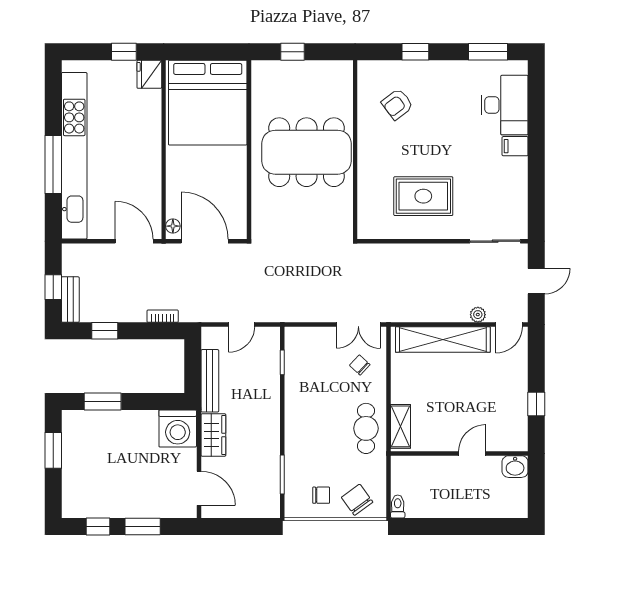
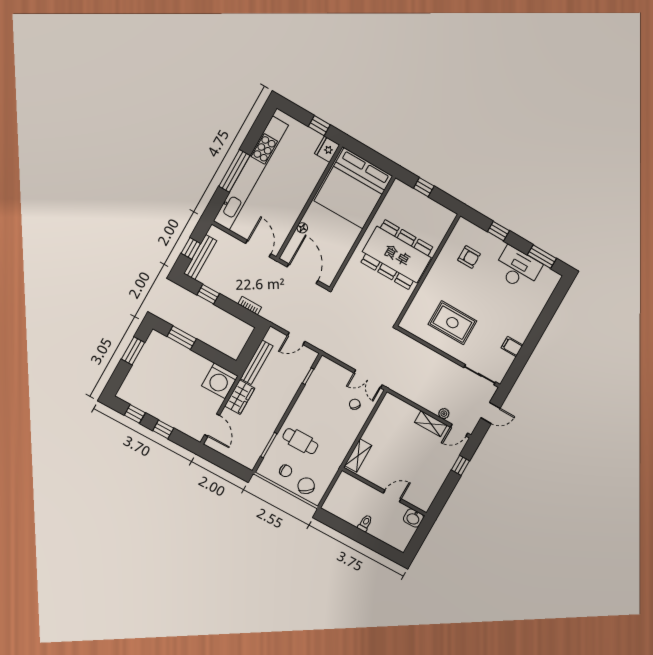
armchair: (397, 104) -> (469, 257), turned -143
desk: (505, 105) -> (518, 268), moved, turned -90
filing cabinet: (515, 146) -> (512, 346), moved
floor lamp: (173, 226) -> (302, 228), moved
bench: (70, 300) -> (200, 257), width x1.36
shelving: (443, 339) -> (431, 424), width x0.45, depth x0.75
window: (536, 404) -> (460, 465), moved
cafe table: (366, 428) -> (300, 441), moved, turned 90
toilet: (398, 507) -> (365, 523), moved
window: (143, 526) -> (163, 429), width x0.67

